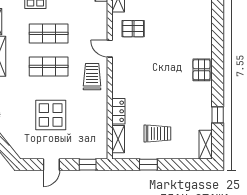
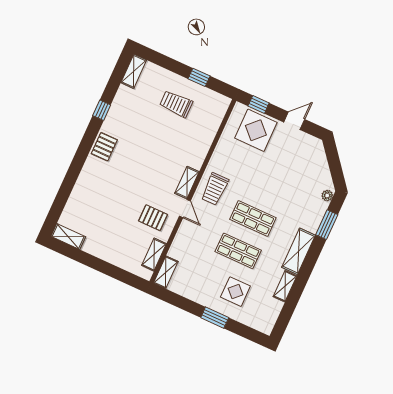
locker: (118, 111) -> (205, 143), removed
display table: (51, 115) -> (256, 130), moved
window: (218, 115) -> (102, 110), moved
shelving: (118, 139) -> (187, 182), moved

